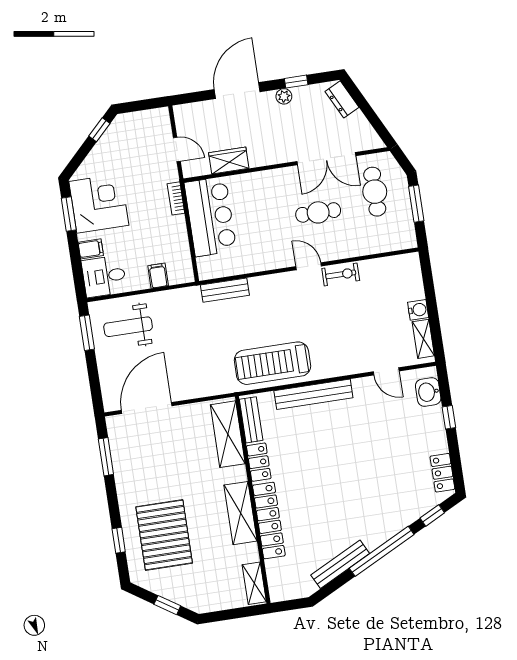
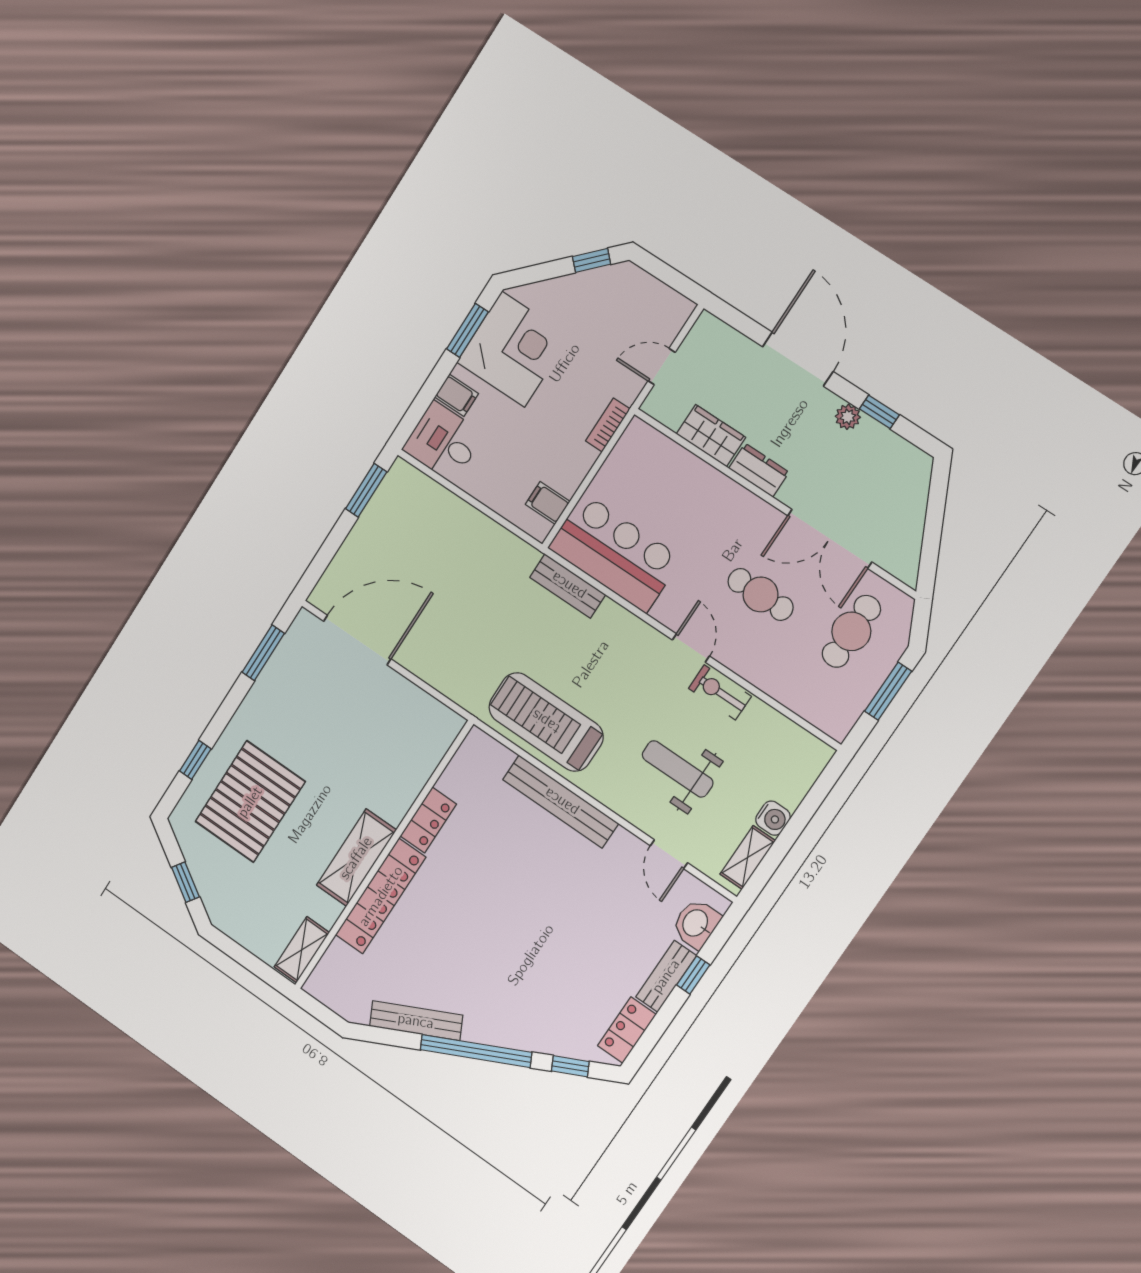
door: (237, 91) -> (798, 359), hinge flipped
dresser: (342, 99) -> (759, 470), moved, turned 117
door: (177, 149) -> (662, 367), swing flipped
bar counter: (210, 217) -> (615, 553), moved, turned -90
exercise bike: (341, 274) -> (720, 692), turned 180
filing cabinet: (158, 276) -> (548, 503), moved, turned -90
weight bench: (128, 327) -> (678, 769), moved
bench: (251, 420) -> (666, 976), moved
shelving: (228, 434) -> (422, 755), removed

